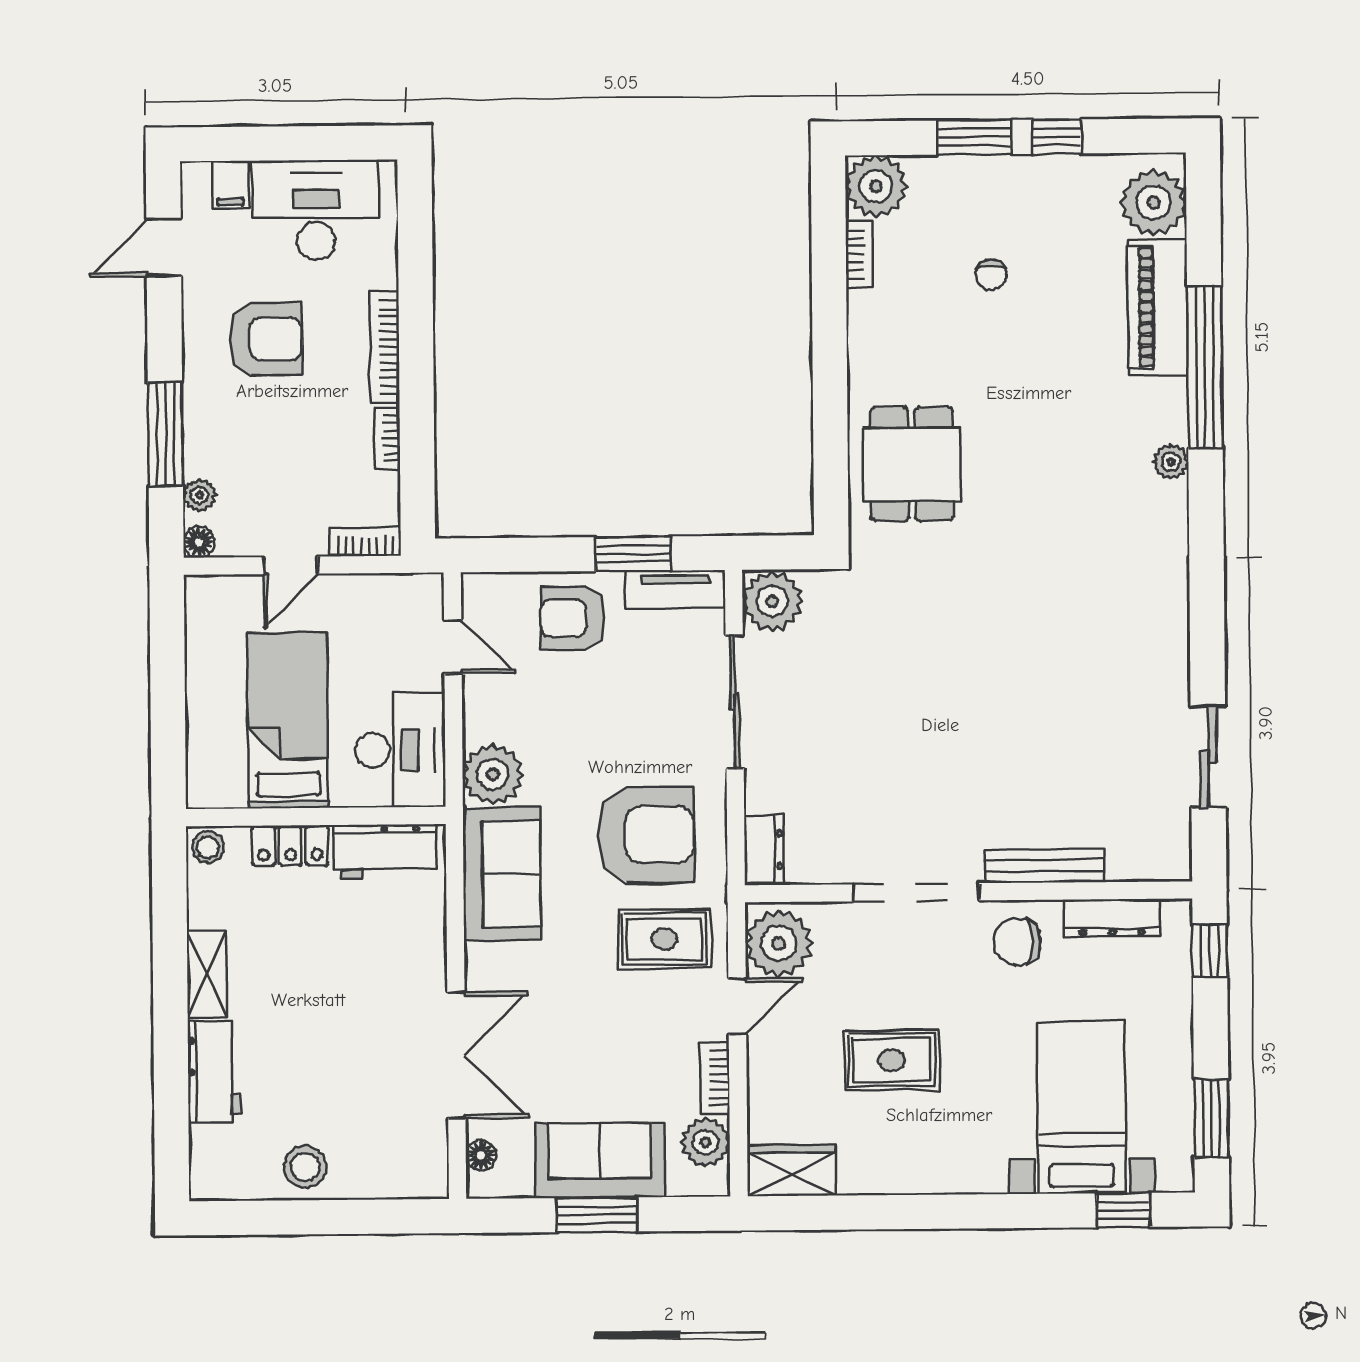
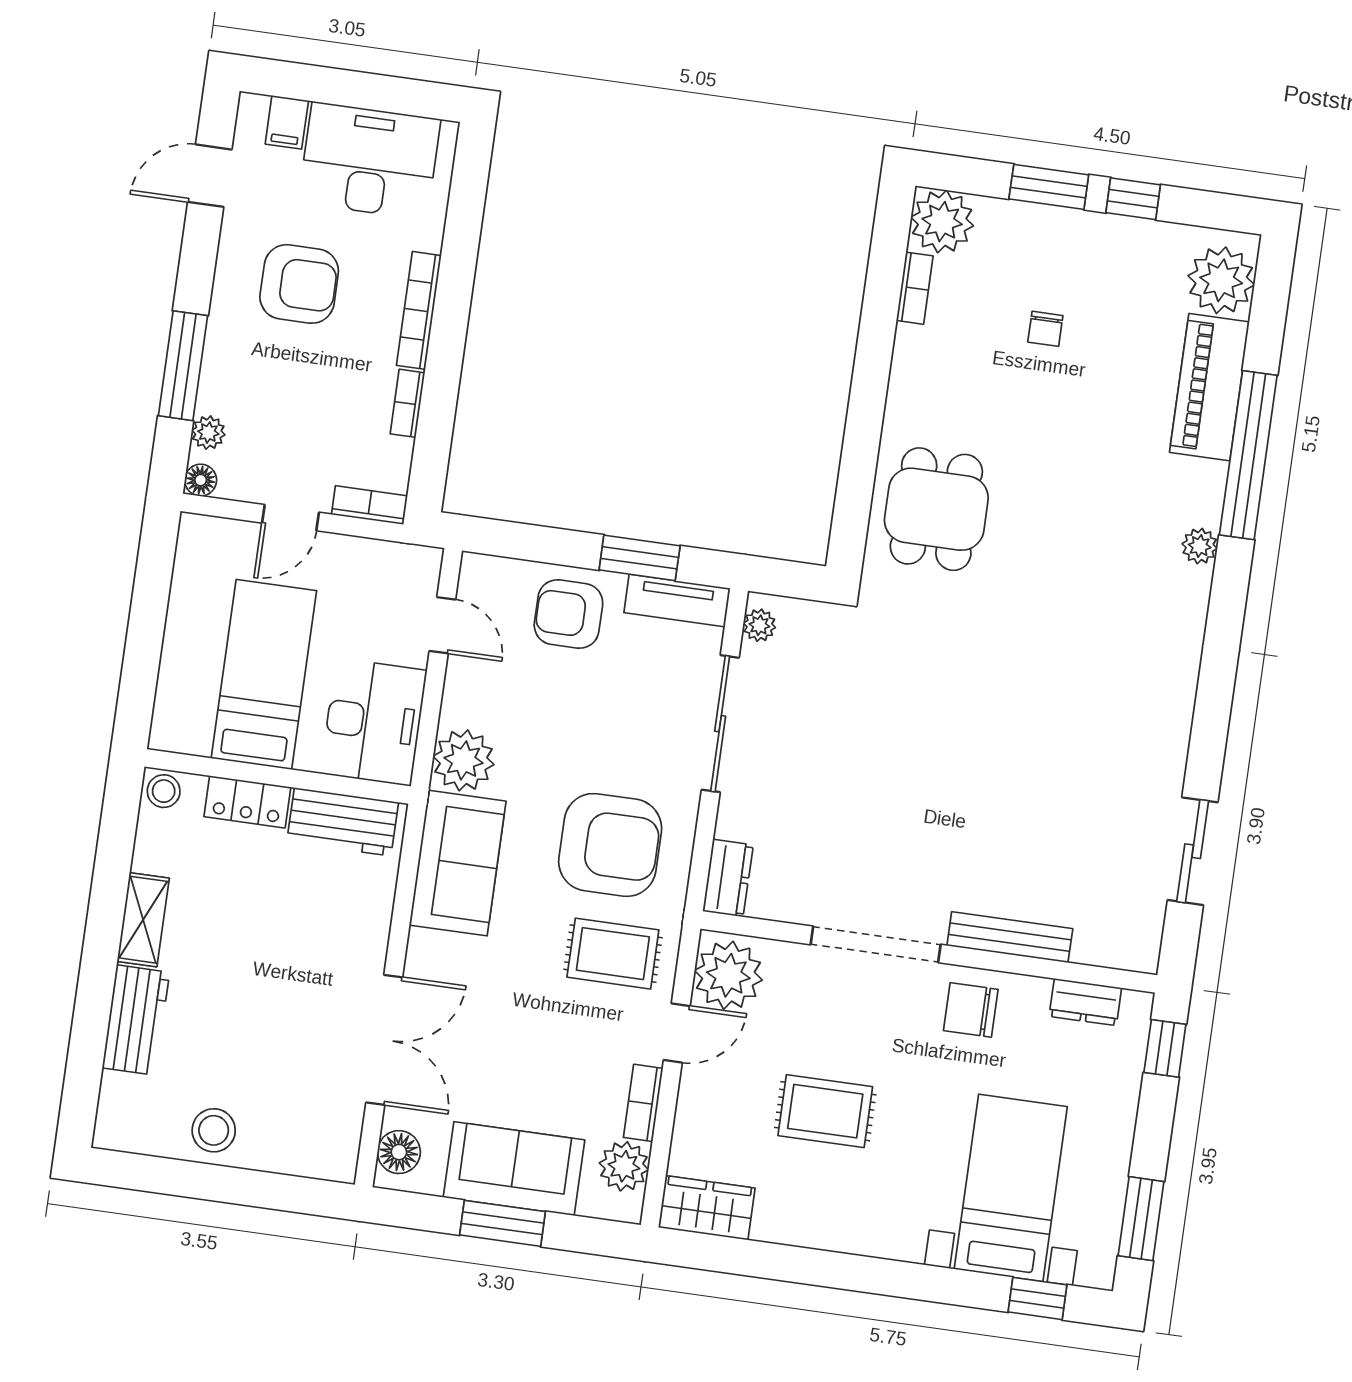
plant: (772, 601) -> (759, 625), width x0.53, depth x0.53
dresser: (1112, 918) -> (1085, 1002), width x0.70
floor lamp: (481, 1155) -> (399, 1152), width x1.37, depth x1.37

